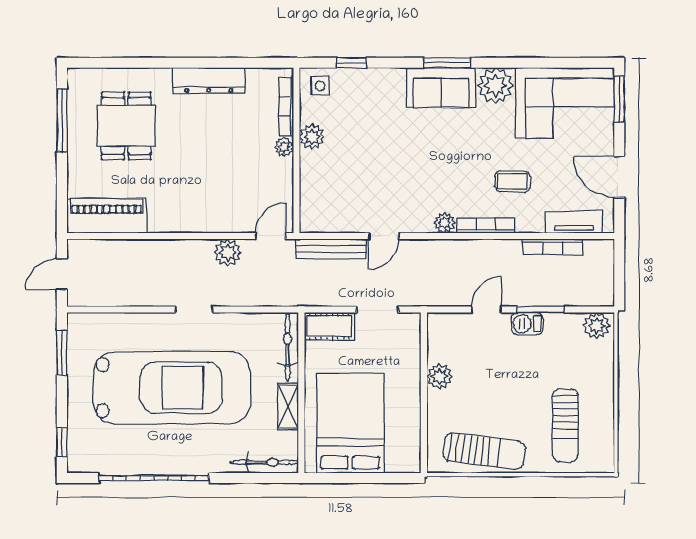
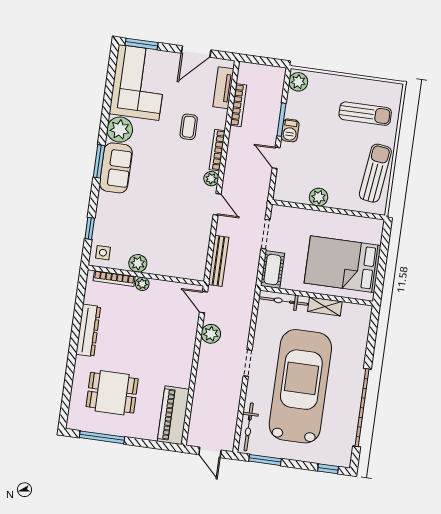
door: (384, 236) -> (217, 204), moved
bicycle: (264, 462) -> (249, 427), moved, turned 180

